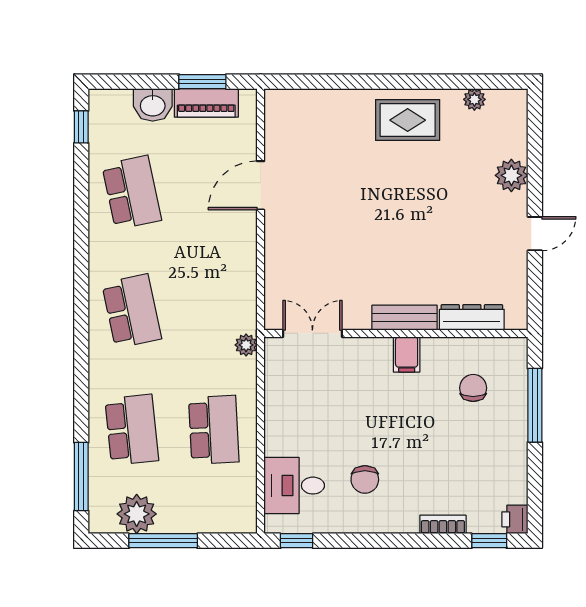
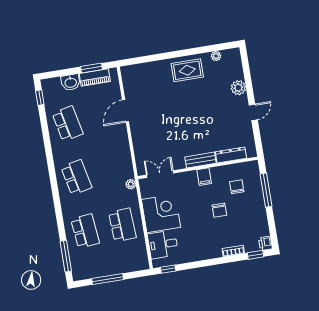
corner desk: (301, 418) -> (161, 213), added
chair: (365, 479) -> (219, 210), moved
plant: (137, 514) -> (94, 269), removed

